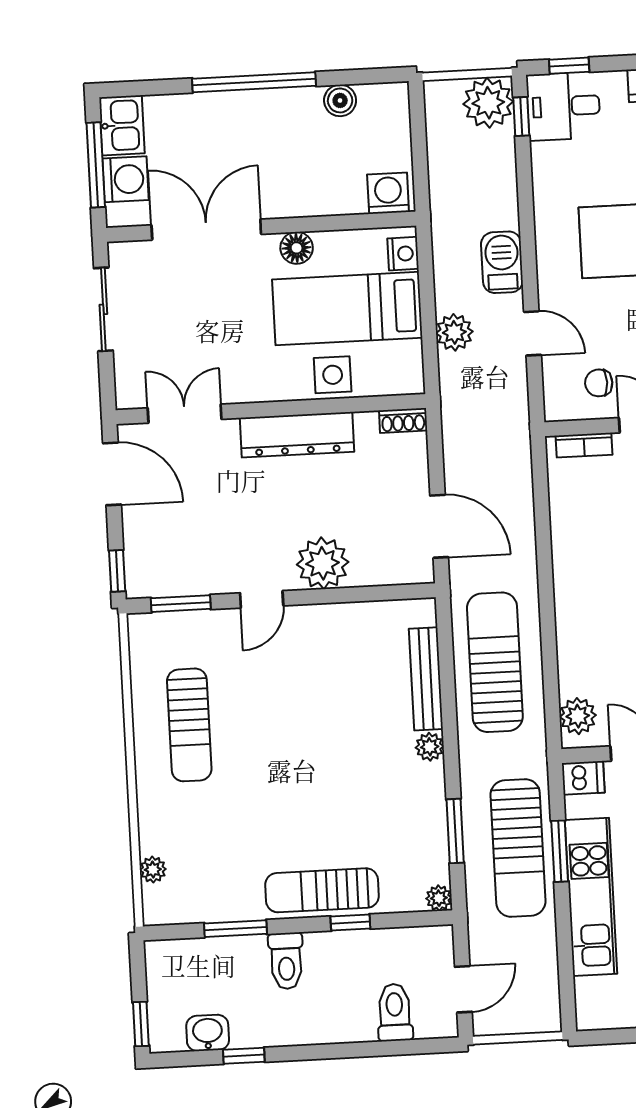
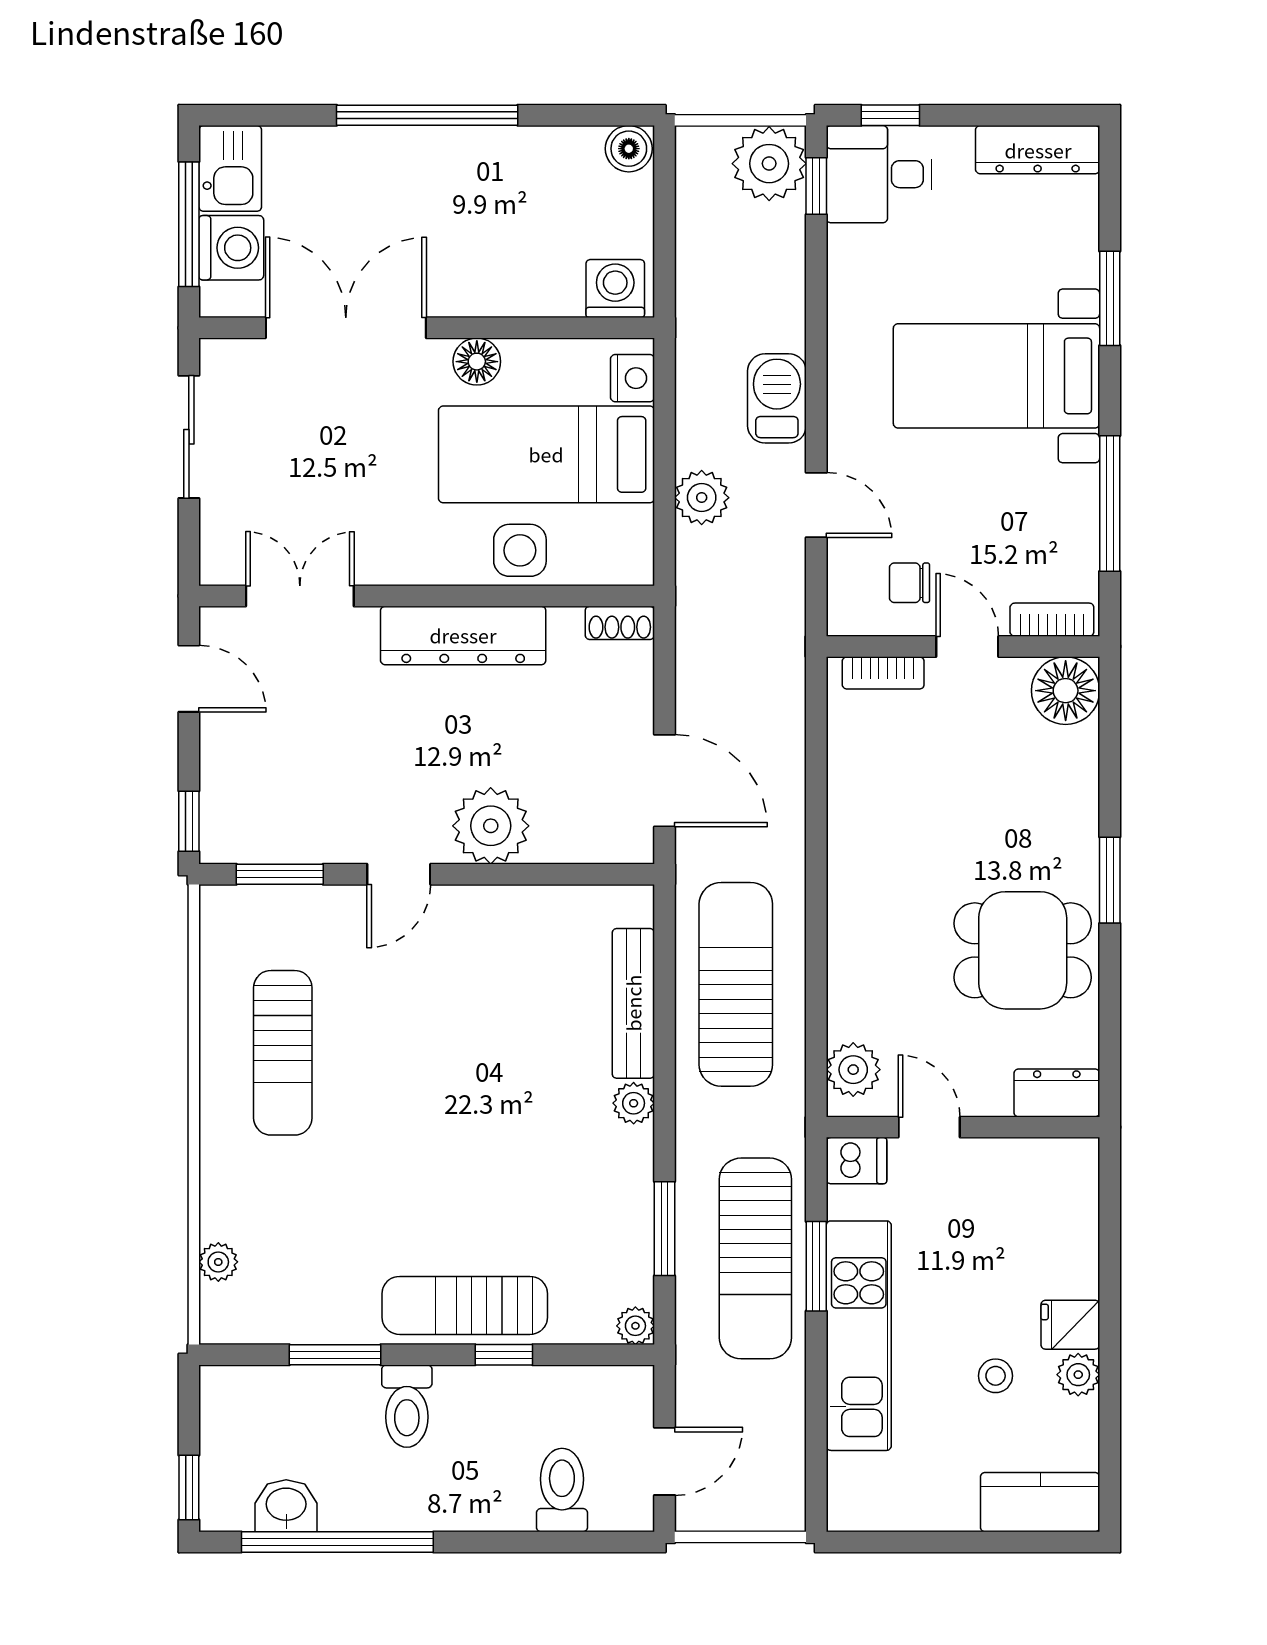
boiler: (340, 100) -> (629, 149), moved
door: (112, 474) -> (189, 679), width x0.73
window: (244, 1056) -> (337, 1542), width x3.17

